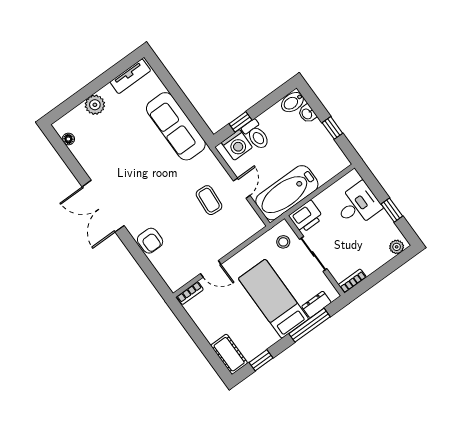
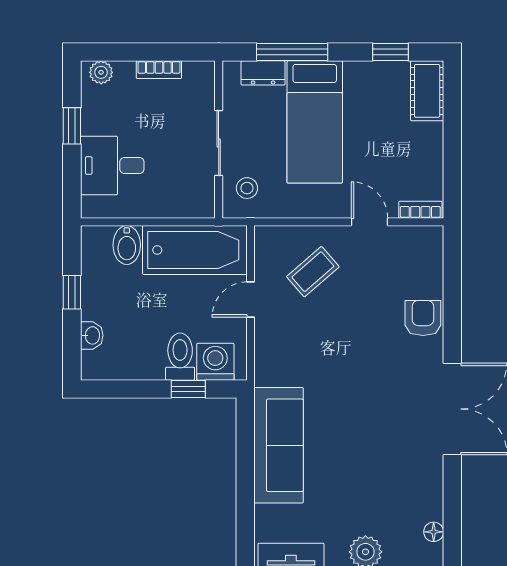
bidet: (292, 102) -> (127, 245), moved, turned 90
coffee table: (209, 200) -> (313, 272), moved, turned 45
printer: (306, 217) -> (192, 200), removed
bookcase: (352, 281) -> (159, 70), moved

